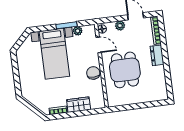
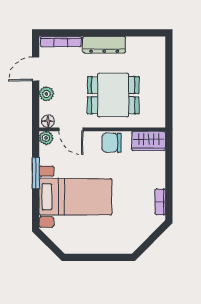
plant: (78, 31) -> (46, 138), moved
door: (99, 45) -> (71, 129), swing flipped
dresser: (157, 55) -> (104, 45), width x1.44
wardrobe: (79, 105) -> (149, 141), moved, turned -90

